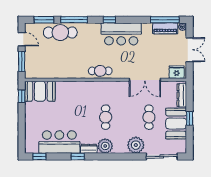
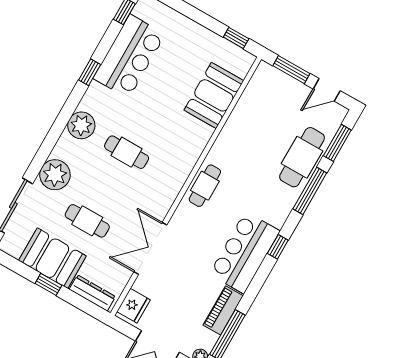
piano: (165, 28) -> (223, 310), moved
booth: (40, 91) -> (214, 95), moved
dresser: (89, 149) -> (92, 97), removed

